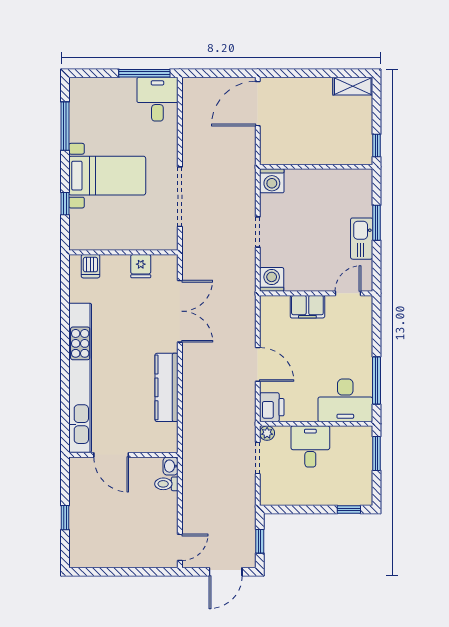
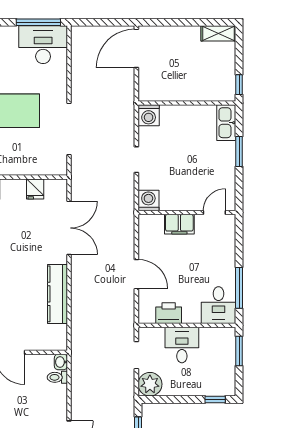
desk: (157, 99) -> (43, 45), width x1.37
kitchen sink: (362, 239) -> (226, 123), moved
desk: (345, 400) -> (219, 305), width x0.73
printer: (272, 407) -> (169, 313), moved, turned -90
plant: (267, 433) -> (150, 384), moved, width x1.88, depth x1.88

